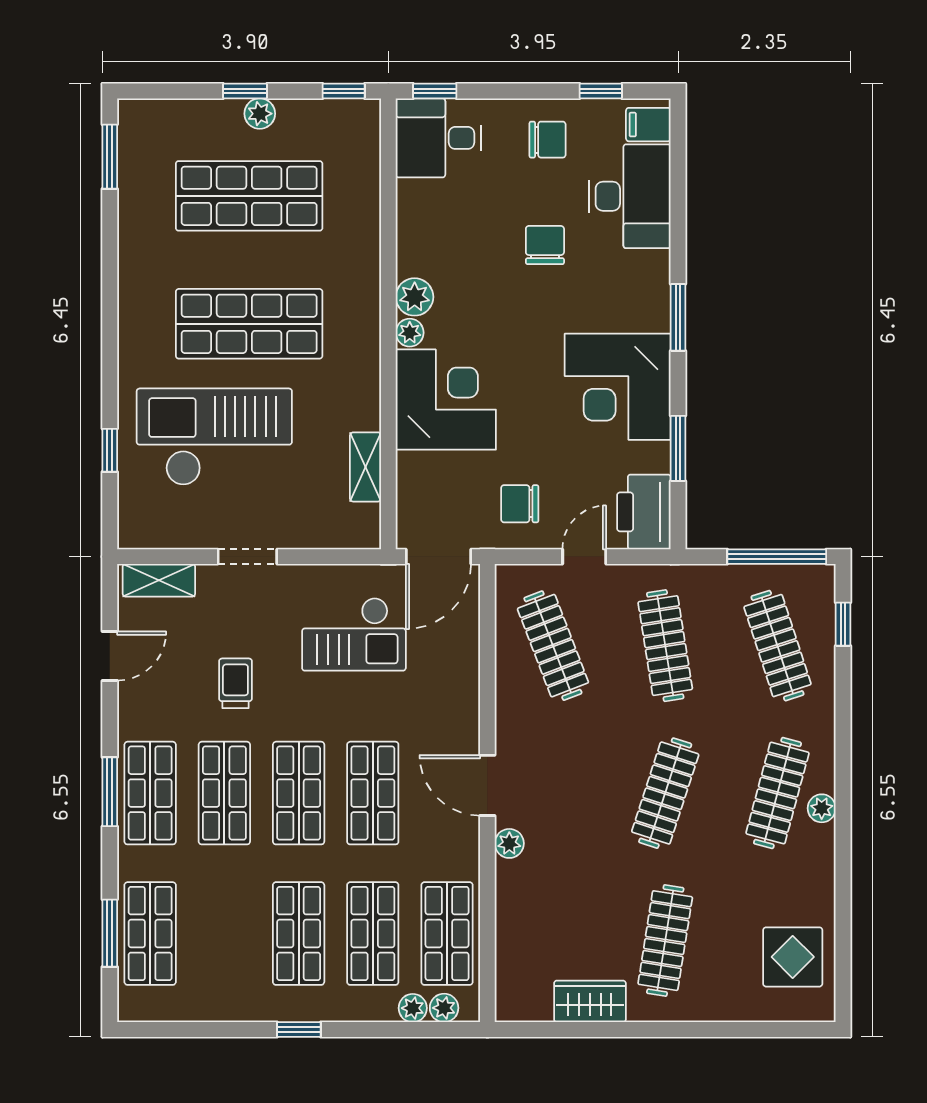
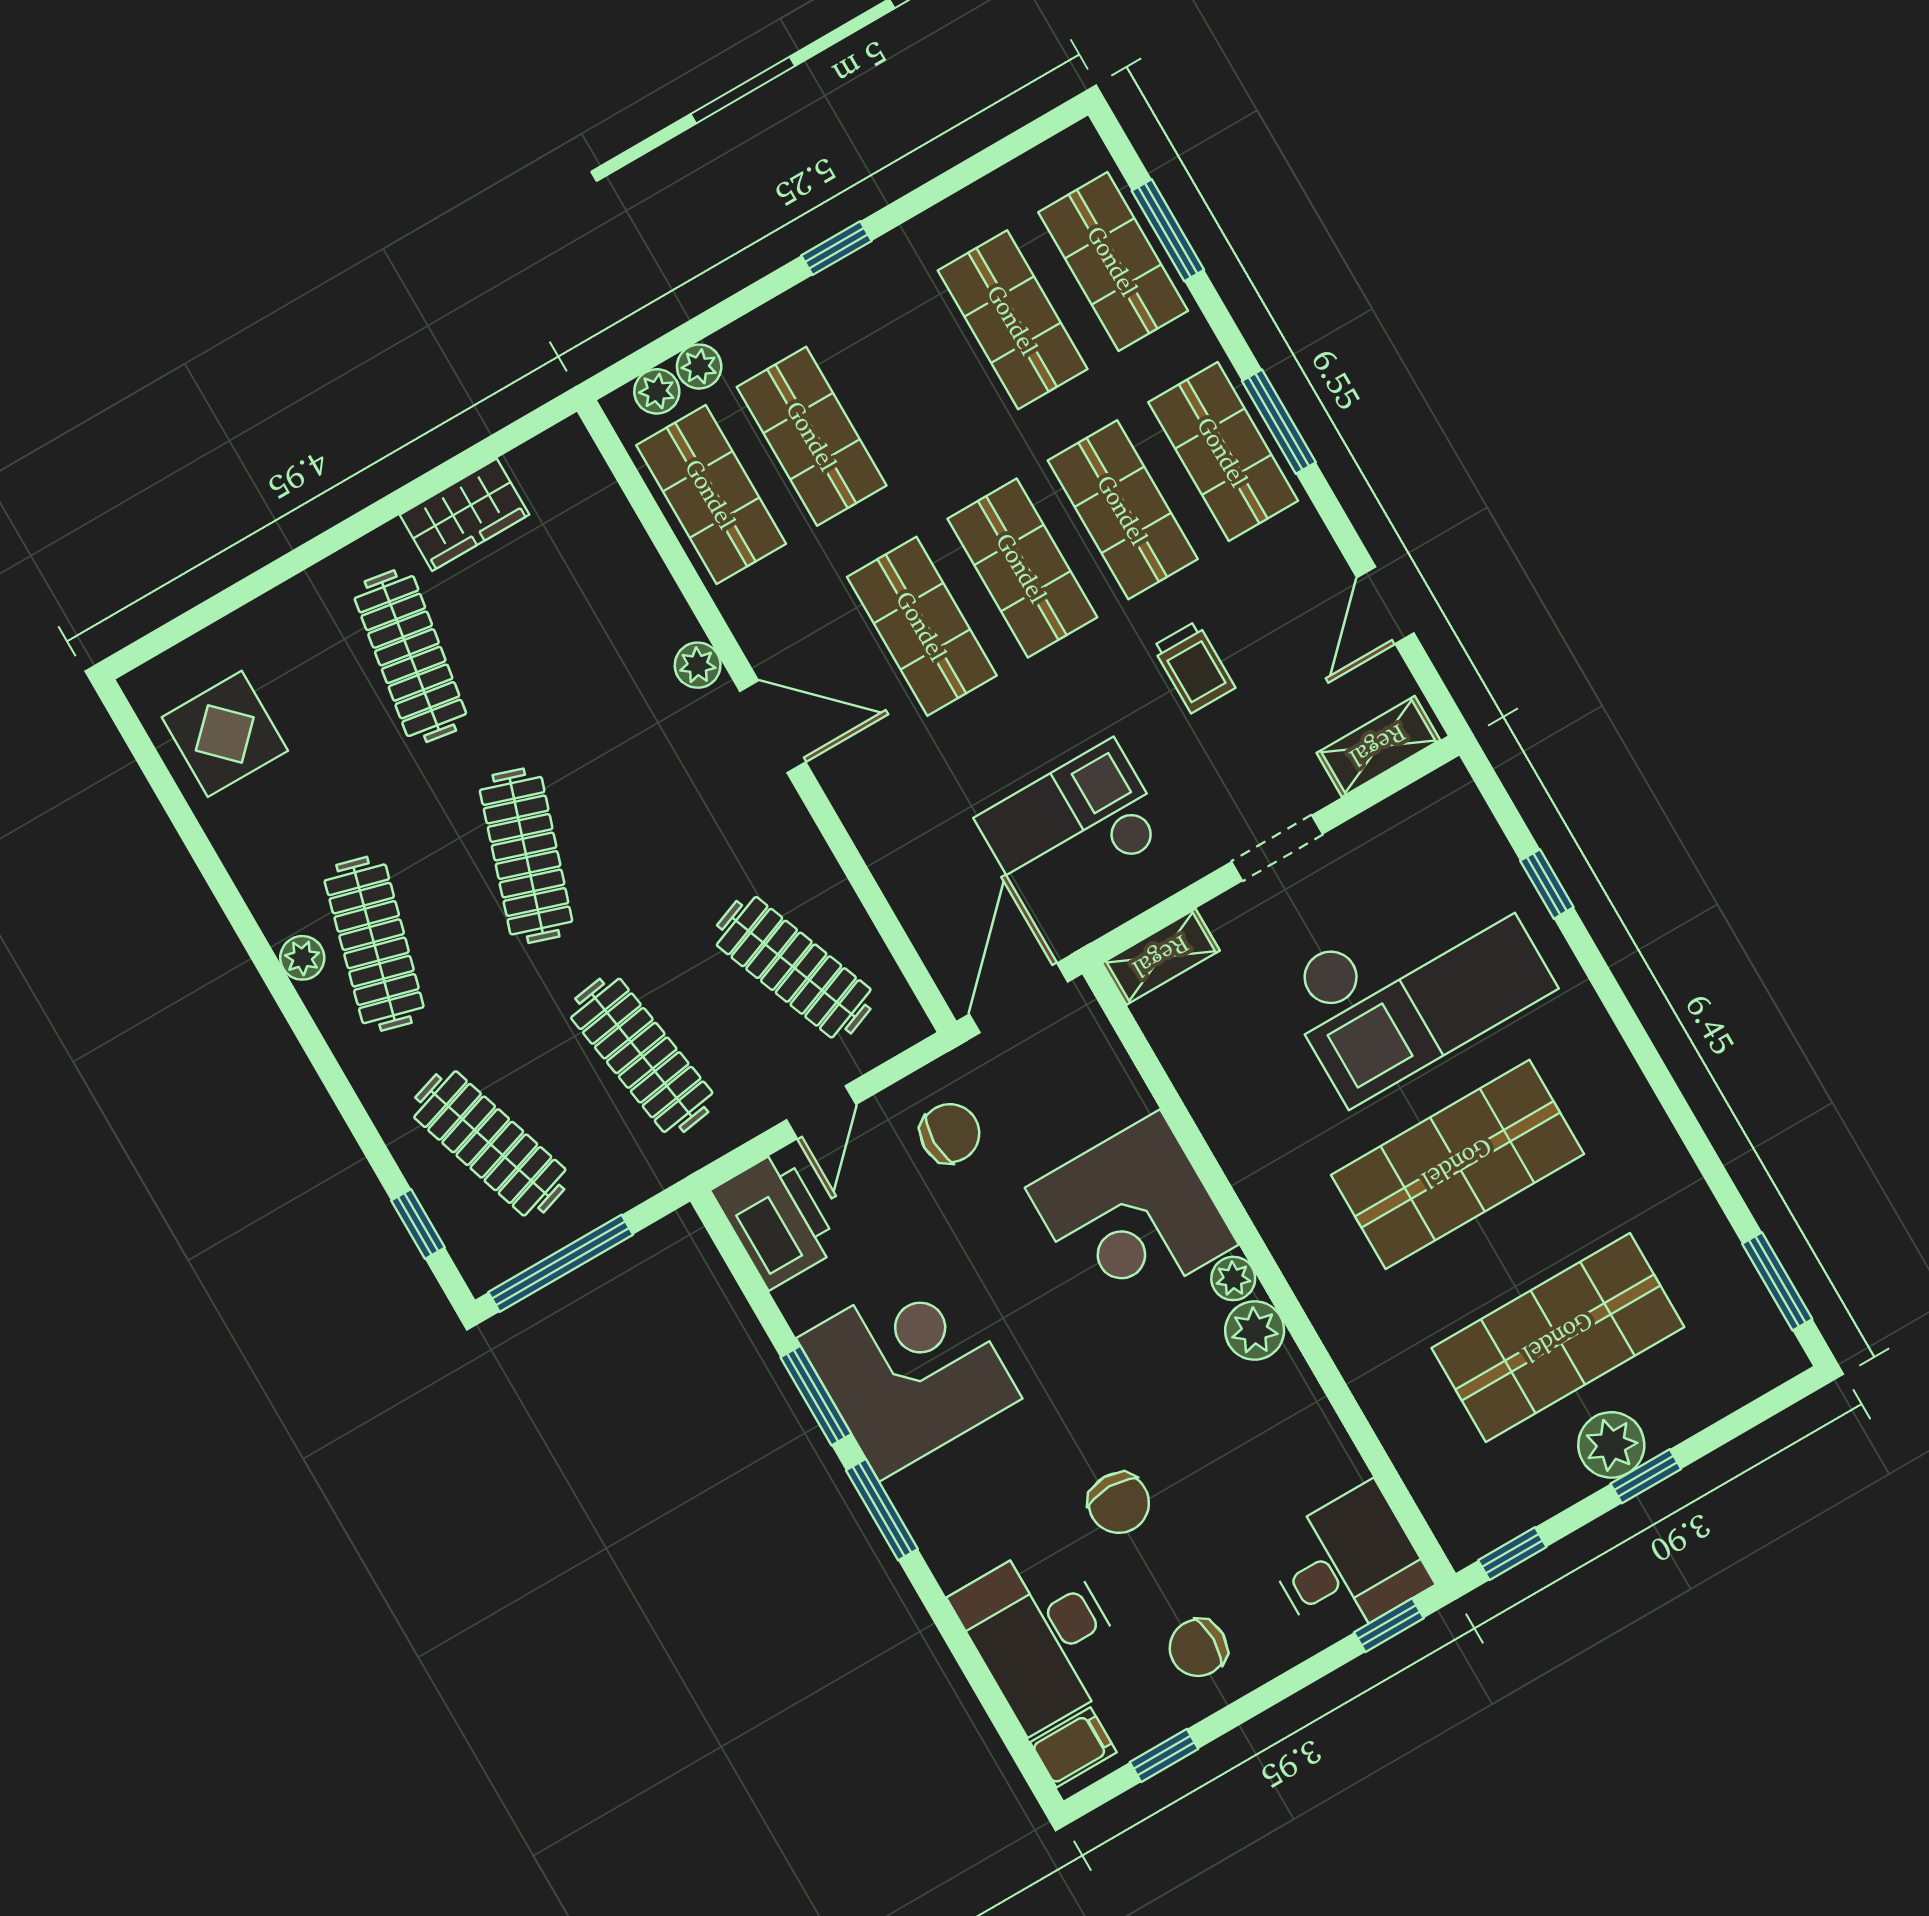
plant: (260, 114) -> (1611, 1445), width x1.38, depth x1.38
window: (678, 448) -> (816, 1396), moved
shelving: (366, 467) -> (1161, 957), moved, turned 90
shop shelf: (299, 934) -> (1013, 320), moved

